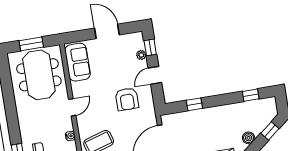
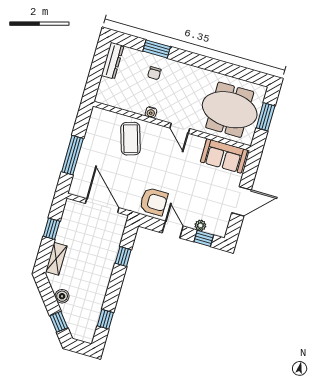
armchair: (127, 99) -> (154, 202), moved, turned 180

